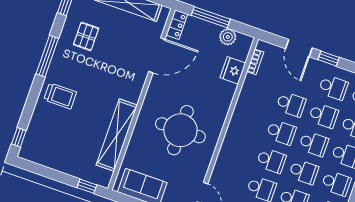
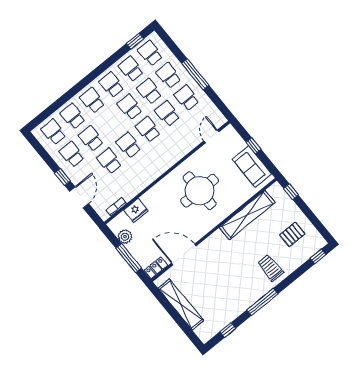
pallet: (86, 36) -> (292, 234), moved
school desk: (314, 144) -> (110, 123), removed

